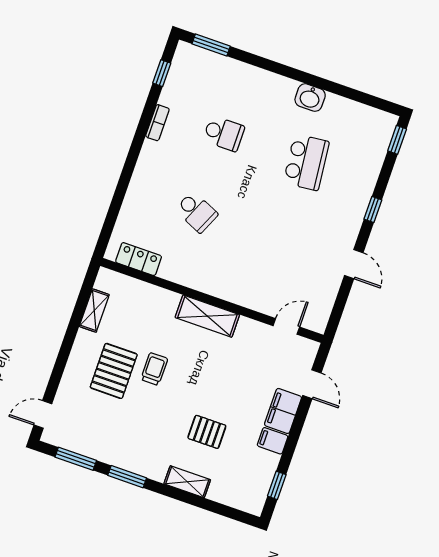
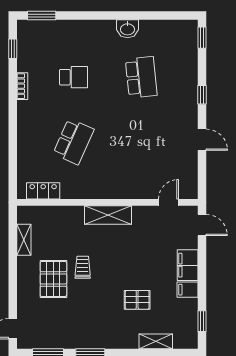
school desk: (196, 212) -> (73, 142), width x1.85
door: (312, 384) -> (202, 225), moved
shelving: (187, 482) -> (156, 341), moved

